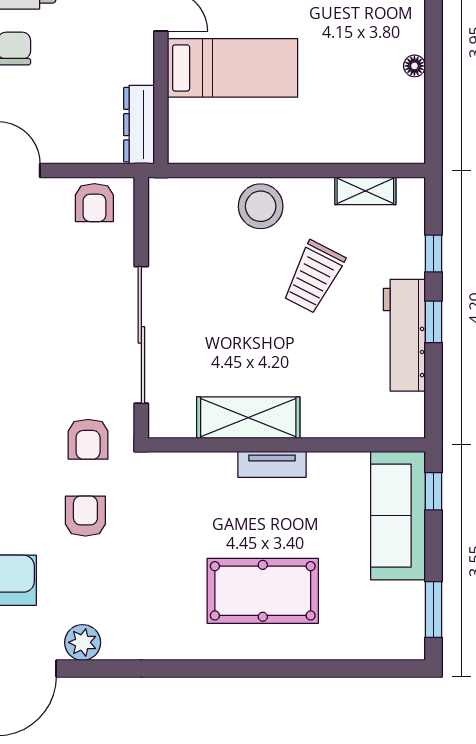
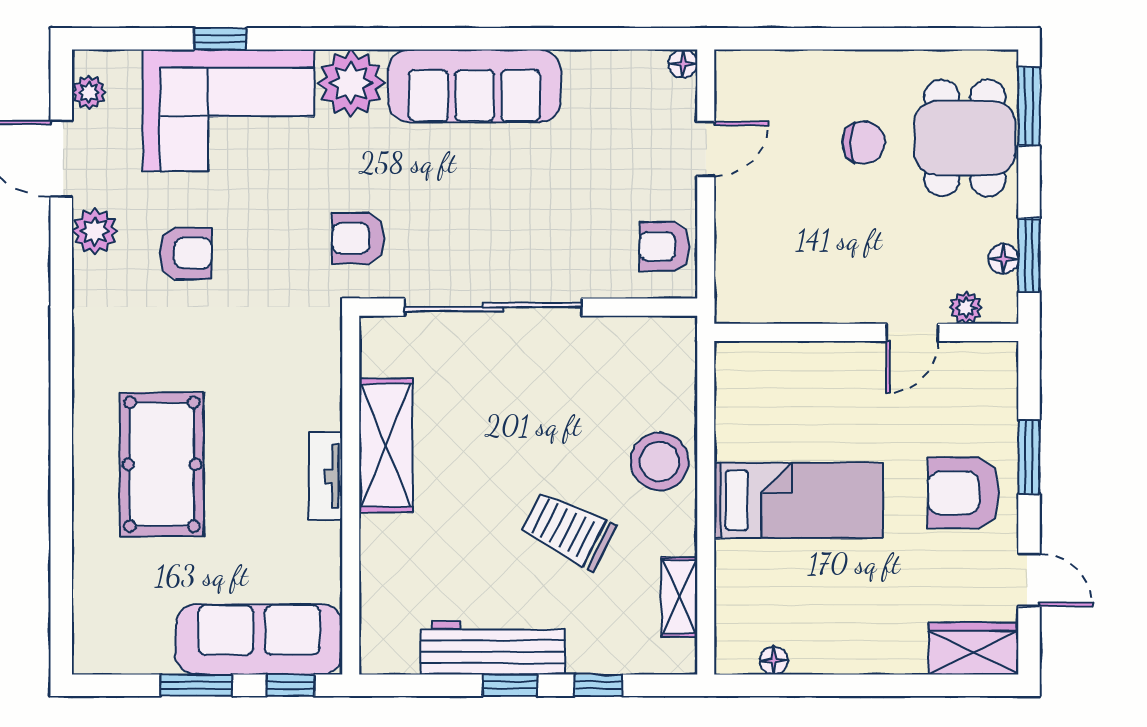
floor lamp: (414, 66) -> (774, 661), moved
bed: (232, 68) -> (798, 500), moved, turned -90
dresser: (139, 125) -> (765, 304), removed
armchair: (85, 516) -> (186, 253), moved
window: (434, 609) -> (196, 685), moved

